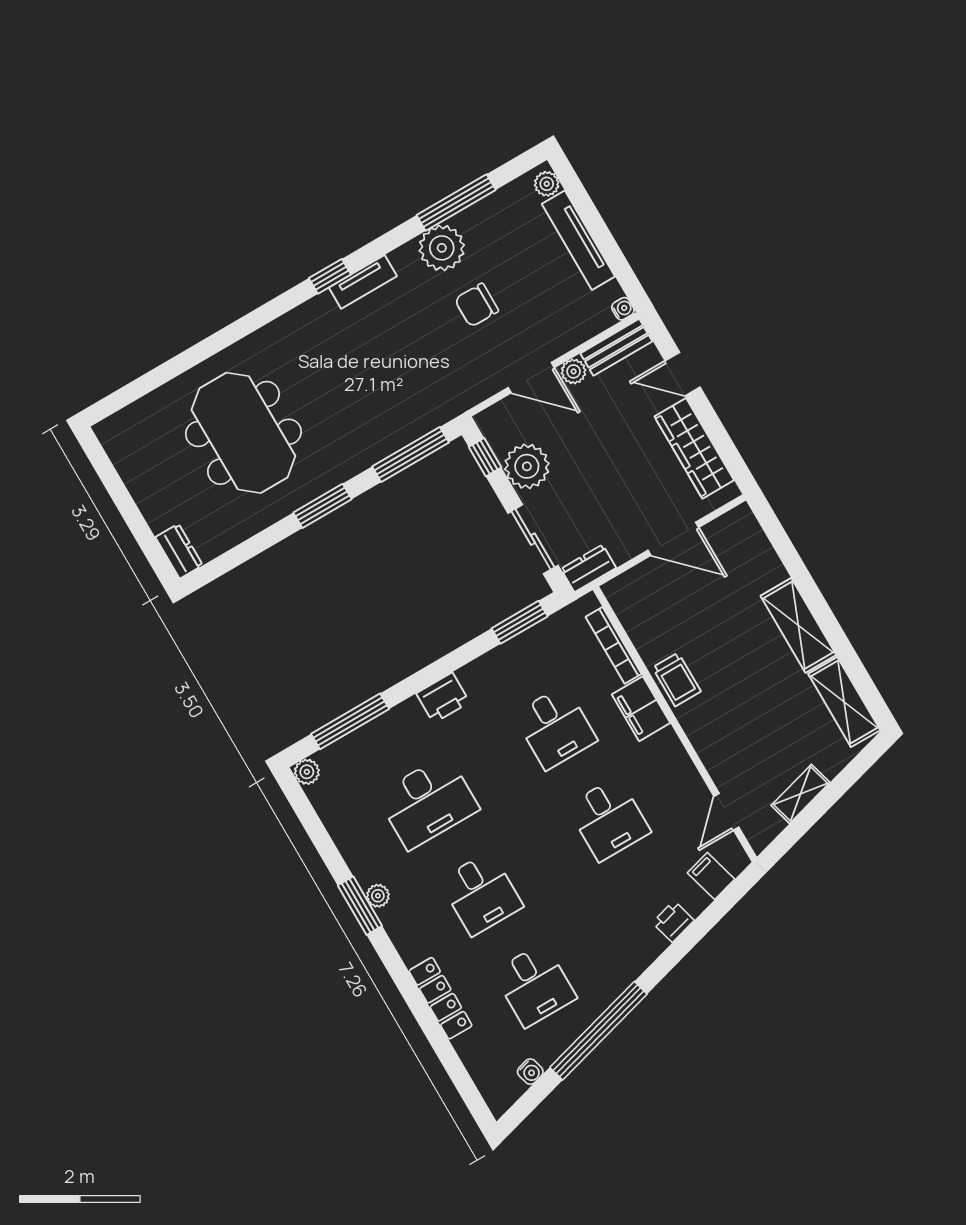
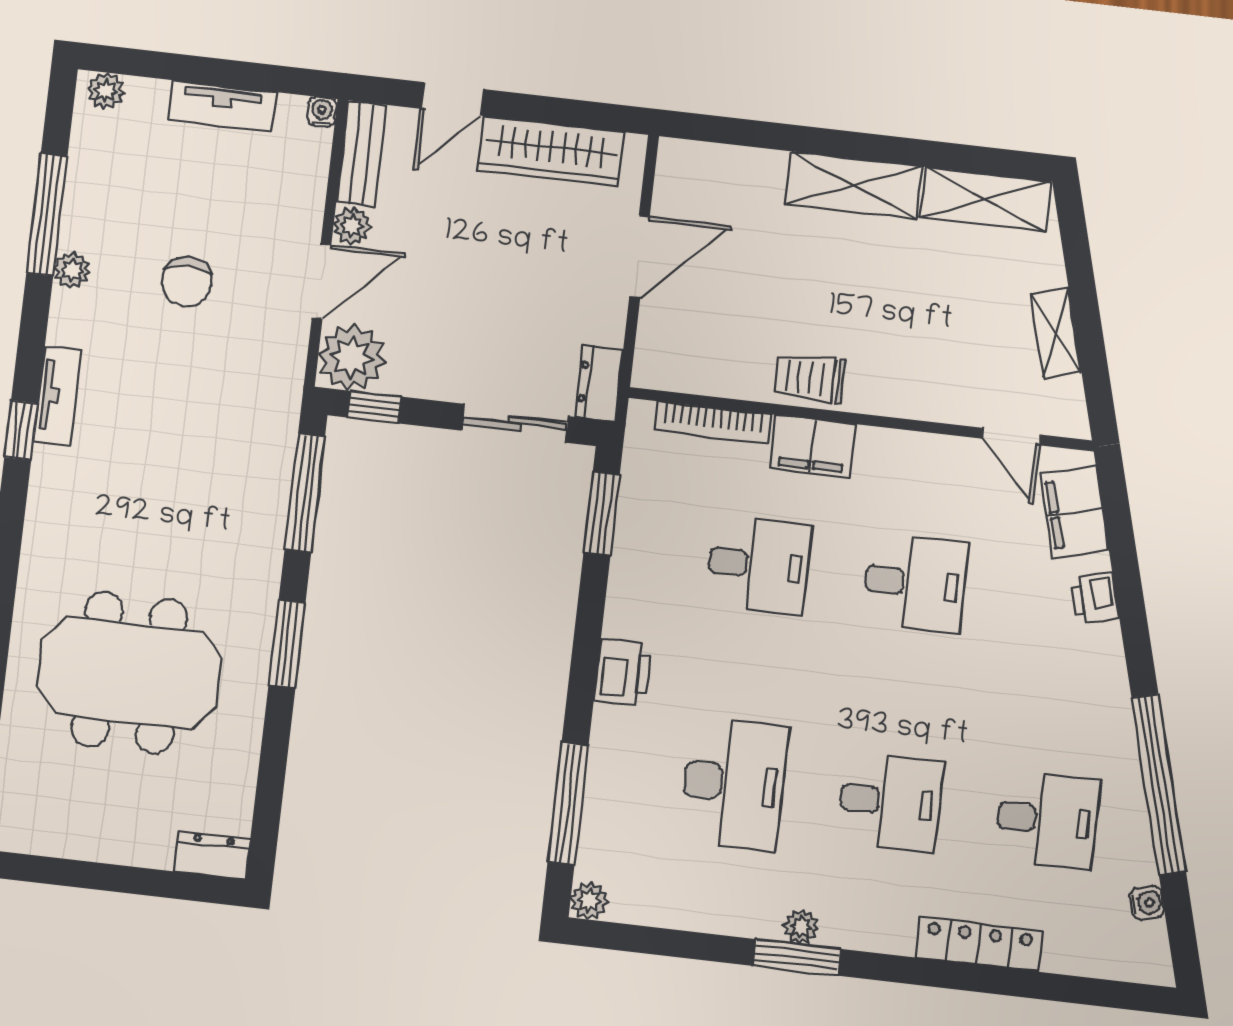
tv unit: (578, 240) -> (222, 106), width x0.71
plant: (442, 248) -> (72, 270), width x0.53, depth x0.53
plant: (527, 466) -> (352, 357), moved
trolley: (677, 679) -> (810, 378), turned 180
filing cabinet: (711, 876) -> (1074, 512), width x2.00

